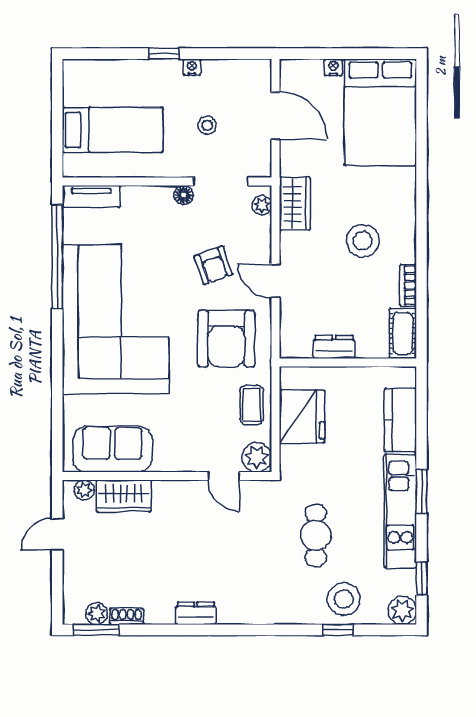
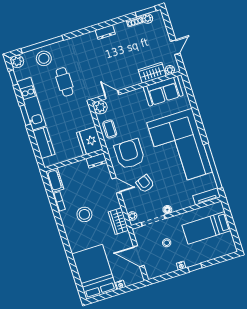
dresser: (334, 347) -> (96, 161), moved
fridge: (302, 417) -> (90, 141), moved
window: (338, 630) -> (42, 44), width x3.17

